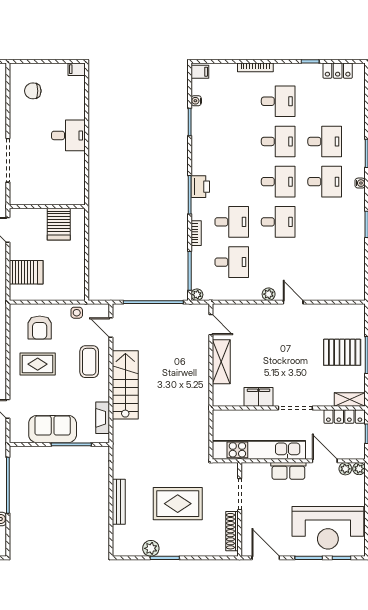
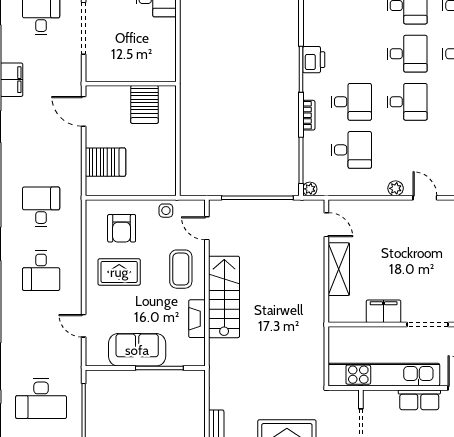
fireplace: (103, 418) -> (197, 319), moved

